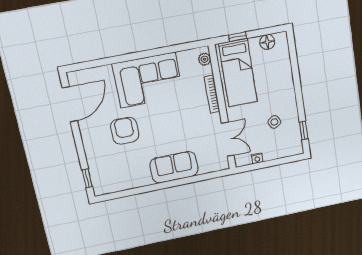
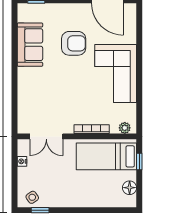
side table: (274, 122) -> (32, 197), moved
sofa: (174, 167) -> (30, 45), moved

